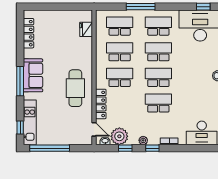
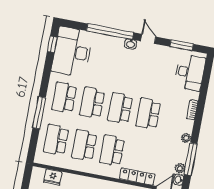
plant: (119, 136) -> (180, 168), width x0.53, depth x0.53
window: (125, 148) -> (191, 159), width x2.17
window: (152, 148) -> (196, 129), removed

